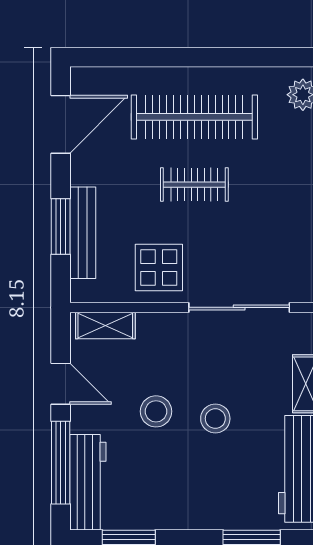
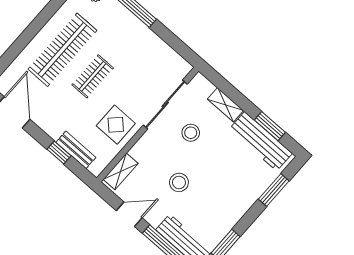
window: (61, 227) -> (59, 153), width x0.67
bench: (83, 233) -> (76, 150), width x0.73
stool: (215, 419) -> (191, 133), moved

